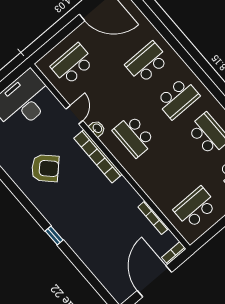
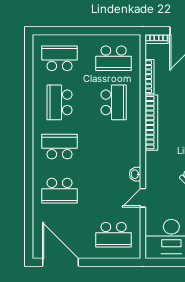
school desk: (134, 136) -> (114, 102), moved
bookcase: (98, 156) -> (151, 123), moved

